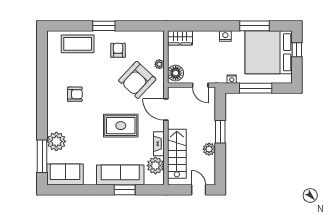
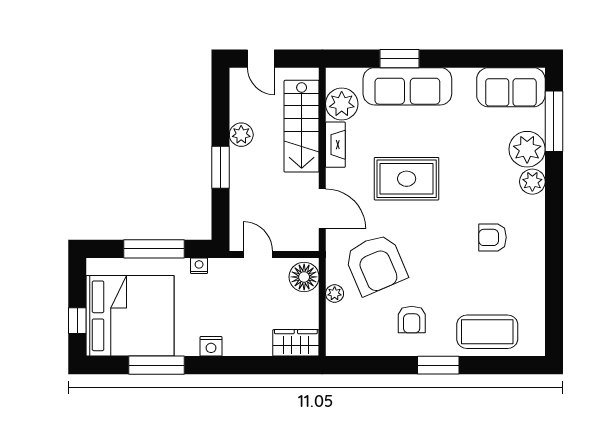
armchair: (137, 80) -> (376, 264), turned 114
plant: (54, 124) -> (532, 182), added

